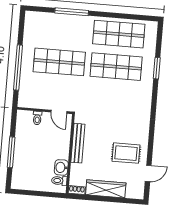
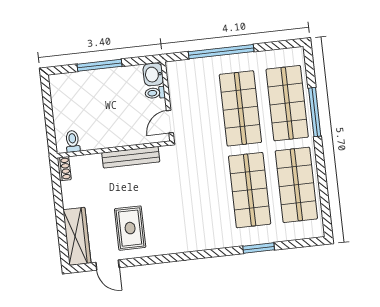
shop shelf: (62, 29) -> (287, 103), added
washbasin: (61, 167) -> (153, 74), moved, turned -90
wardrobe: (106, 189) -> (77, 236), moved

